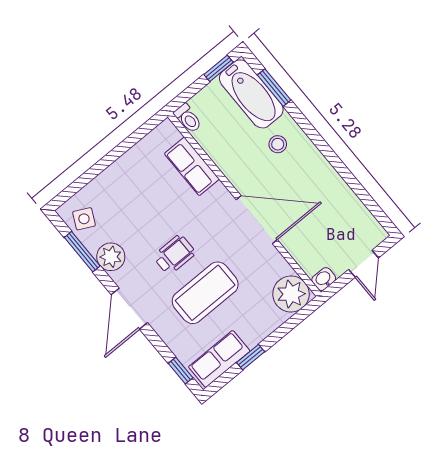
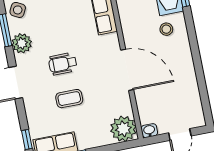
wheelchair: (174, 255) -> (63, 64), turned 180
coffee table: (205, 293) -> (69, 99), width x0.54, depth x0.58

